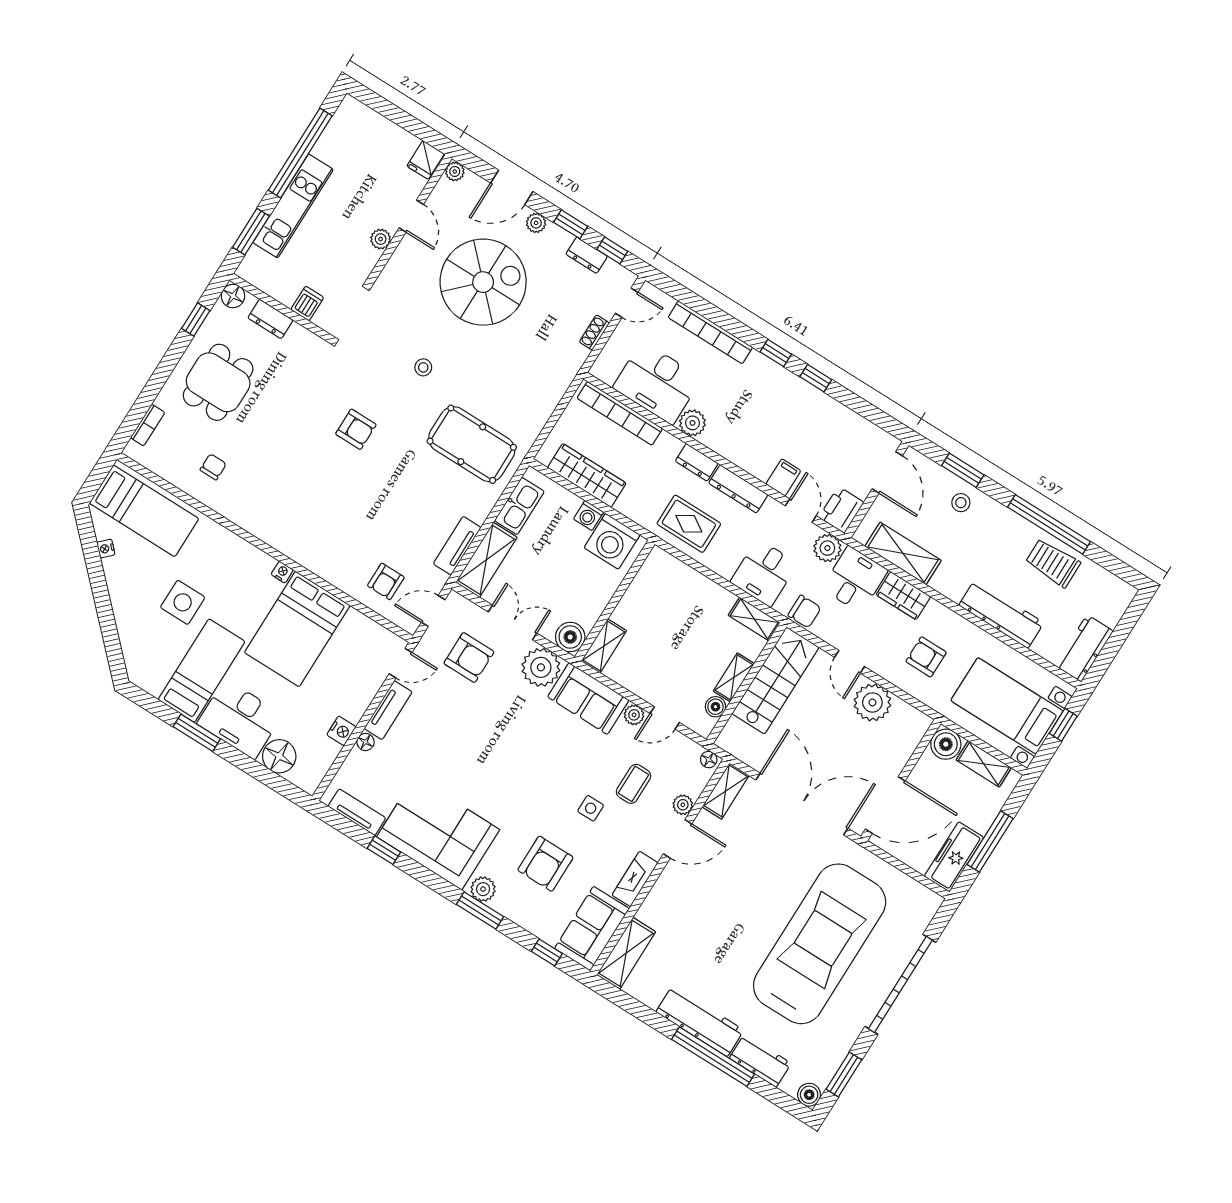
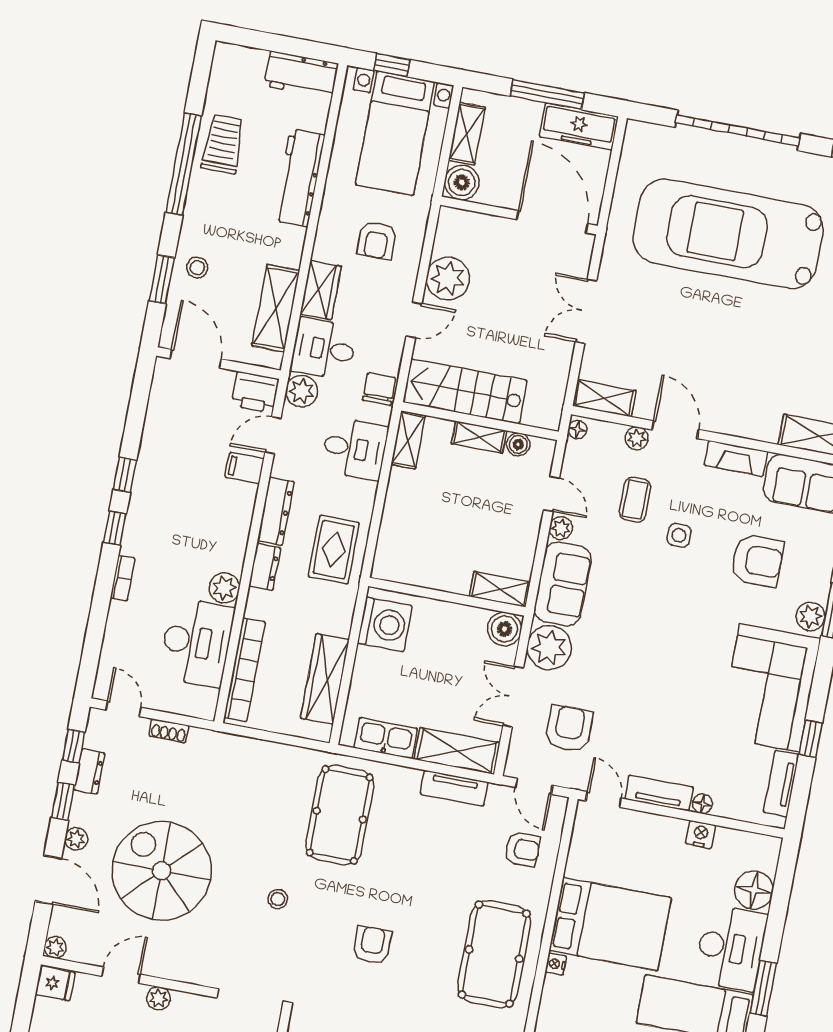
bookcase: (710, 332) -> (123, 578), width x0.43, depth x0.76
door: (887, 472) -> (196, 359), hinge flipped
washing machine: (589, 516) -> (367, 660), removed
pool table: (310, 525) -> (494, 954), added
trolley: (1053, 563) -> (223, 144), turned 180
coffee table: (634, 784) -> (635, 500), turned 90
double door: (802, 804) -> (586, 311), width x0.54

